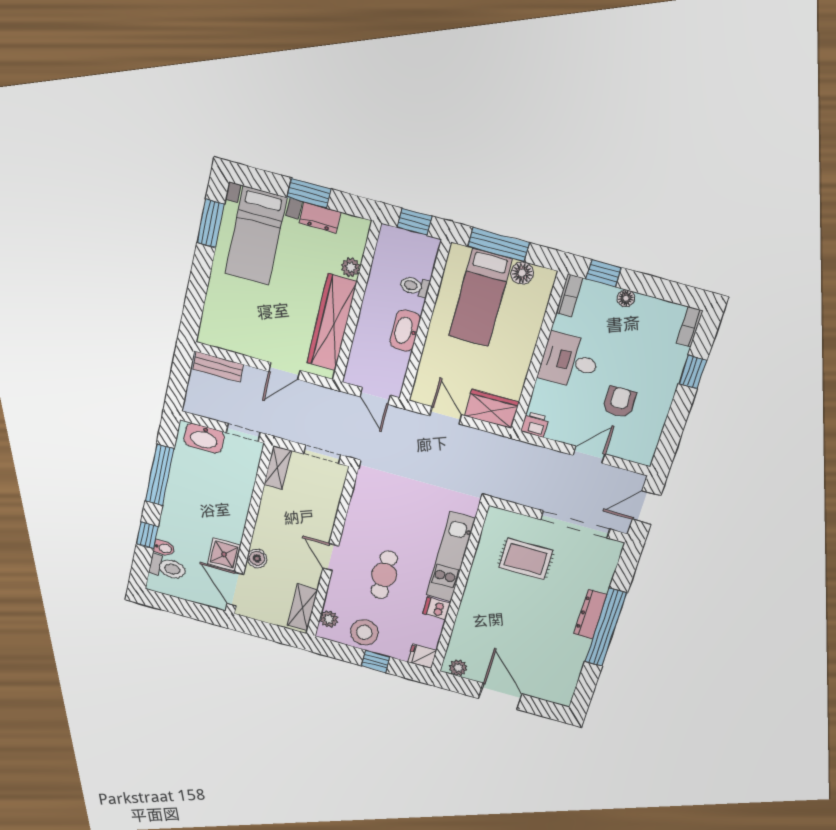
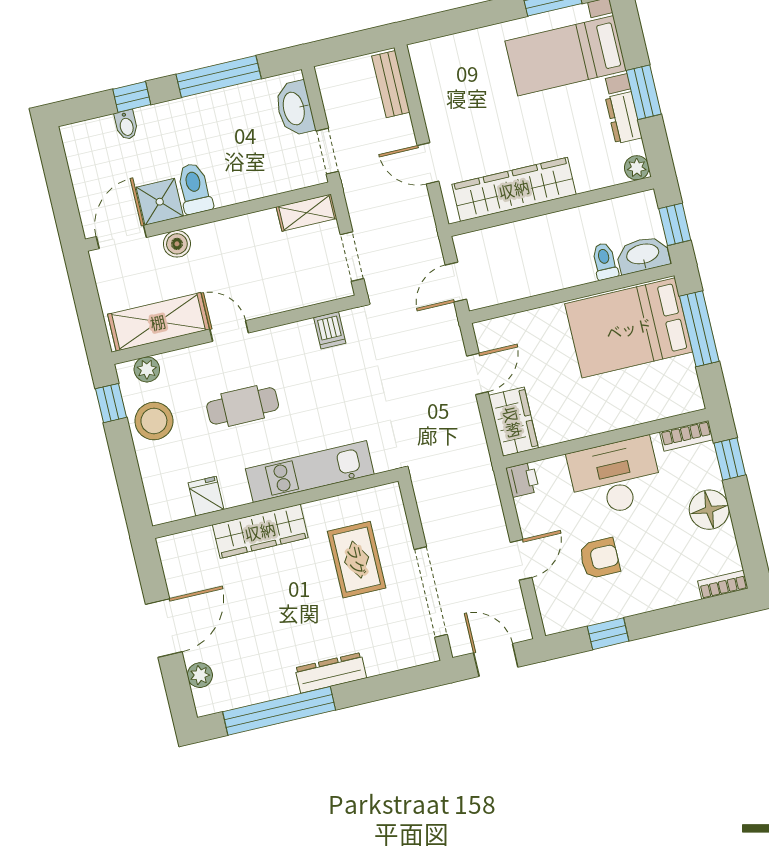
plant: (351, 267) -> (637, 168), moved
floor lamp: (522, 273) -> (683, 371), removed
bed: (480, 298) -> (629, 328), width x1.50
floor lamp: (626, 298) -> (709, 510), width x1.89, depth x1.89
washbasin: (405, 331) -> (643, 255), moved
desk: (570, 361) -> (615, 477), width x1.37
window: (693, 372) -> (608, 634), moved
door: (589, 455) -> (521, 560), hinge flipped
door: (331, 557) -> (229, 331), hinge flipped
toilet: (168, 568) -> (195, 188), moved, turned 180
shelving: (303, 607) -> (158, 322), width x1.50, depth x1.33
wardrobe: (472, 607) -> (260, 531), added
dishwasher: (437, 608) -> (330, 330), moved, turned 180
window: (606, 628) -> (279, 711), moved
fridge: (422, 656) -> (206, 496), moved
window: (376, 661) -> (111, 403), moved
plant: (458, 668) -> (200, 675), moved

